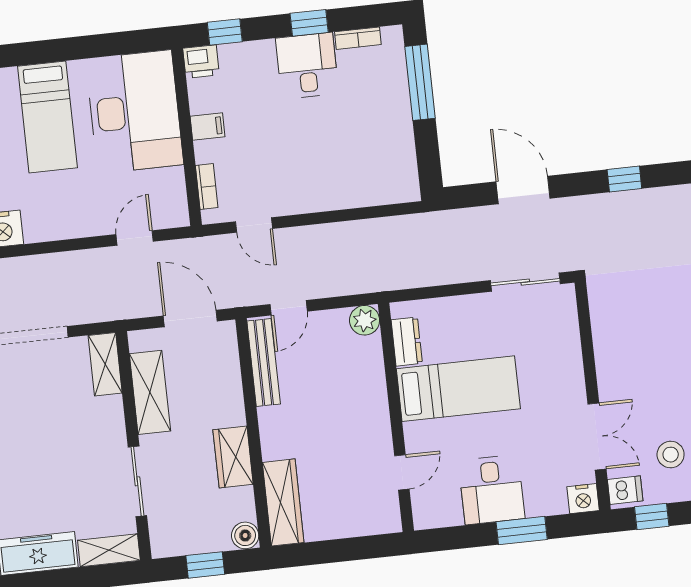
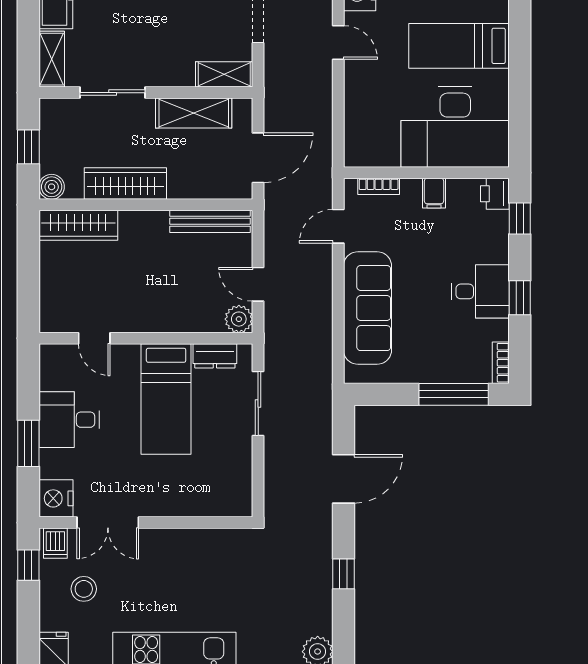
bookcase: (358, 38) -> (501, 363), moved
sofa: (338, 184) -> (367, 308), added
door: (135, 238) -> (338, 42), moved
sliding door: (525, 282) -> (258, 404), moved
door: (289, 308) -> (258, 284), moved
wardrobe: (233, 457) -> (125, 184), width x1.50
nightstand: (583, 499) -> (56, 498), width x1.36, depth x1.33

